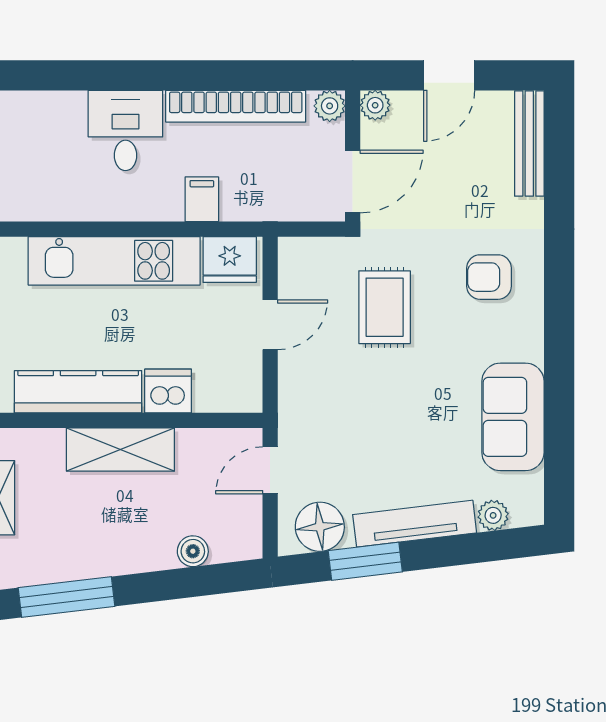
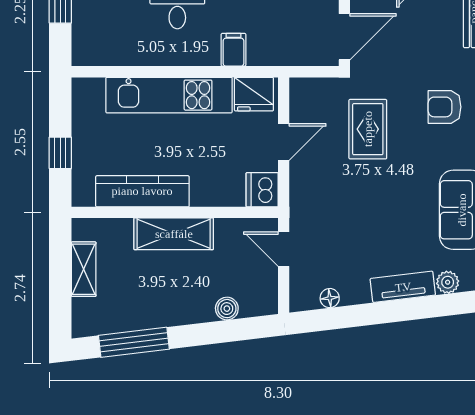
dishwasher: (168, 391) -> (262, 190), moved, turned -90
door: (270, 470) -> (284, 249), hinge flipped
tv unit: (415, 524) -> (403, 287), width x0.71
floor lamp: (320, 527) -> (330, 298), width x0.53, depth x0.53
window: (365, 561) -> (354, 316), removed

